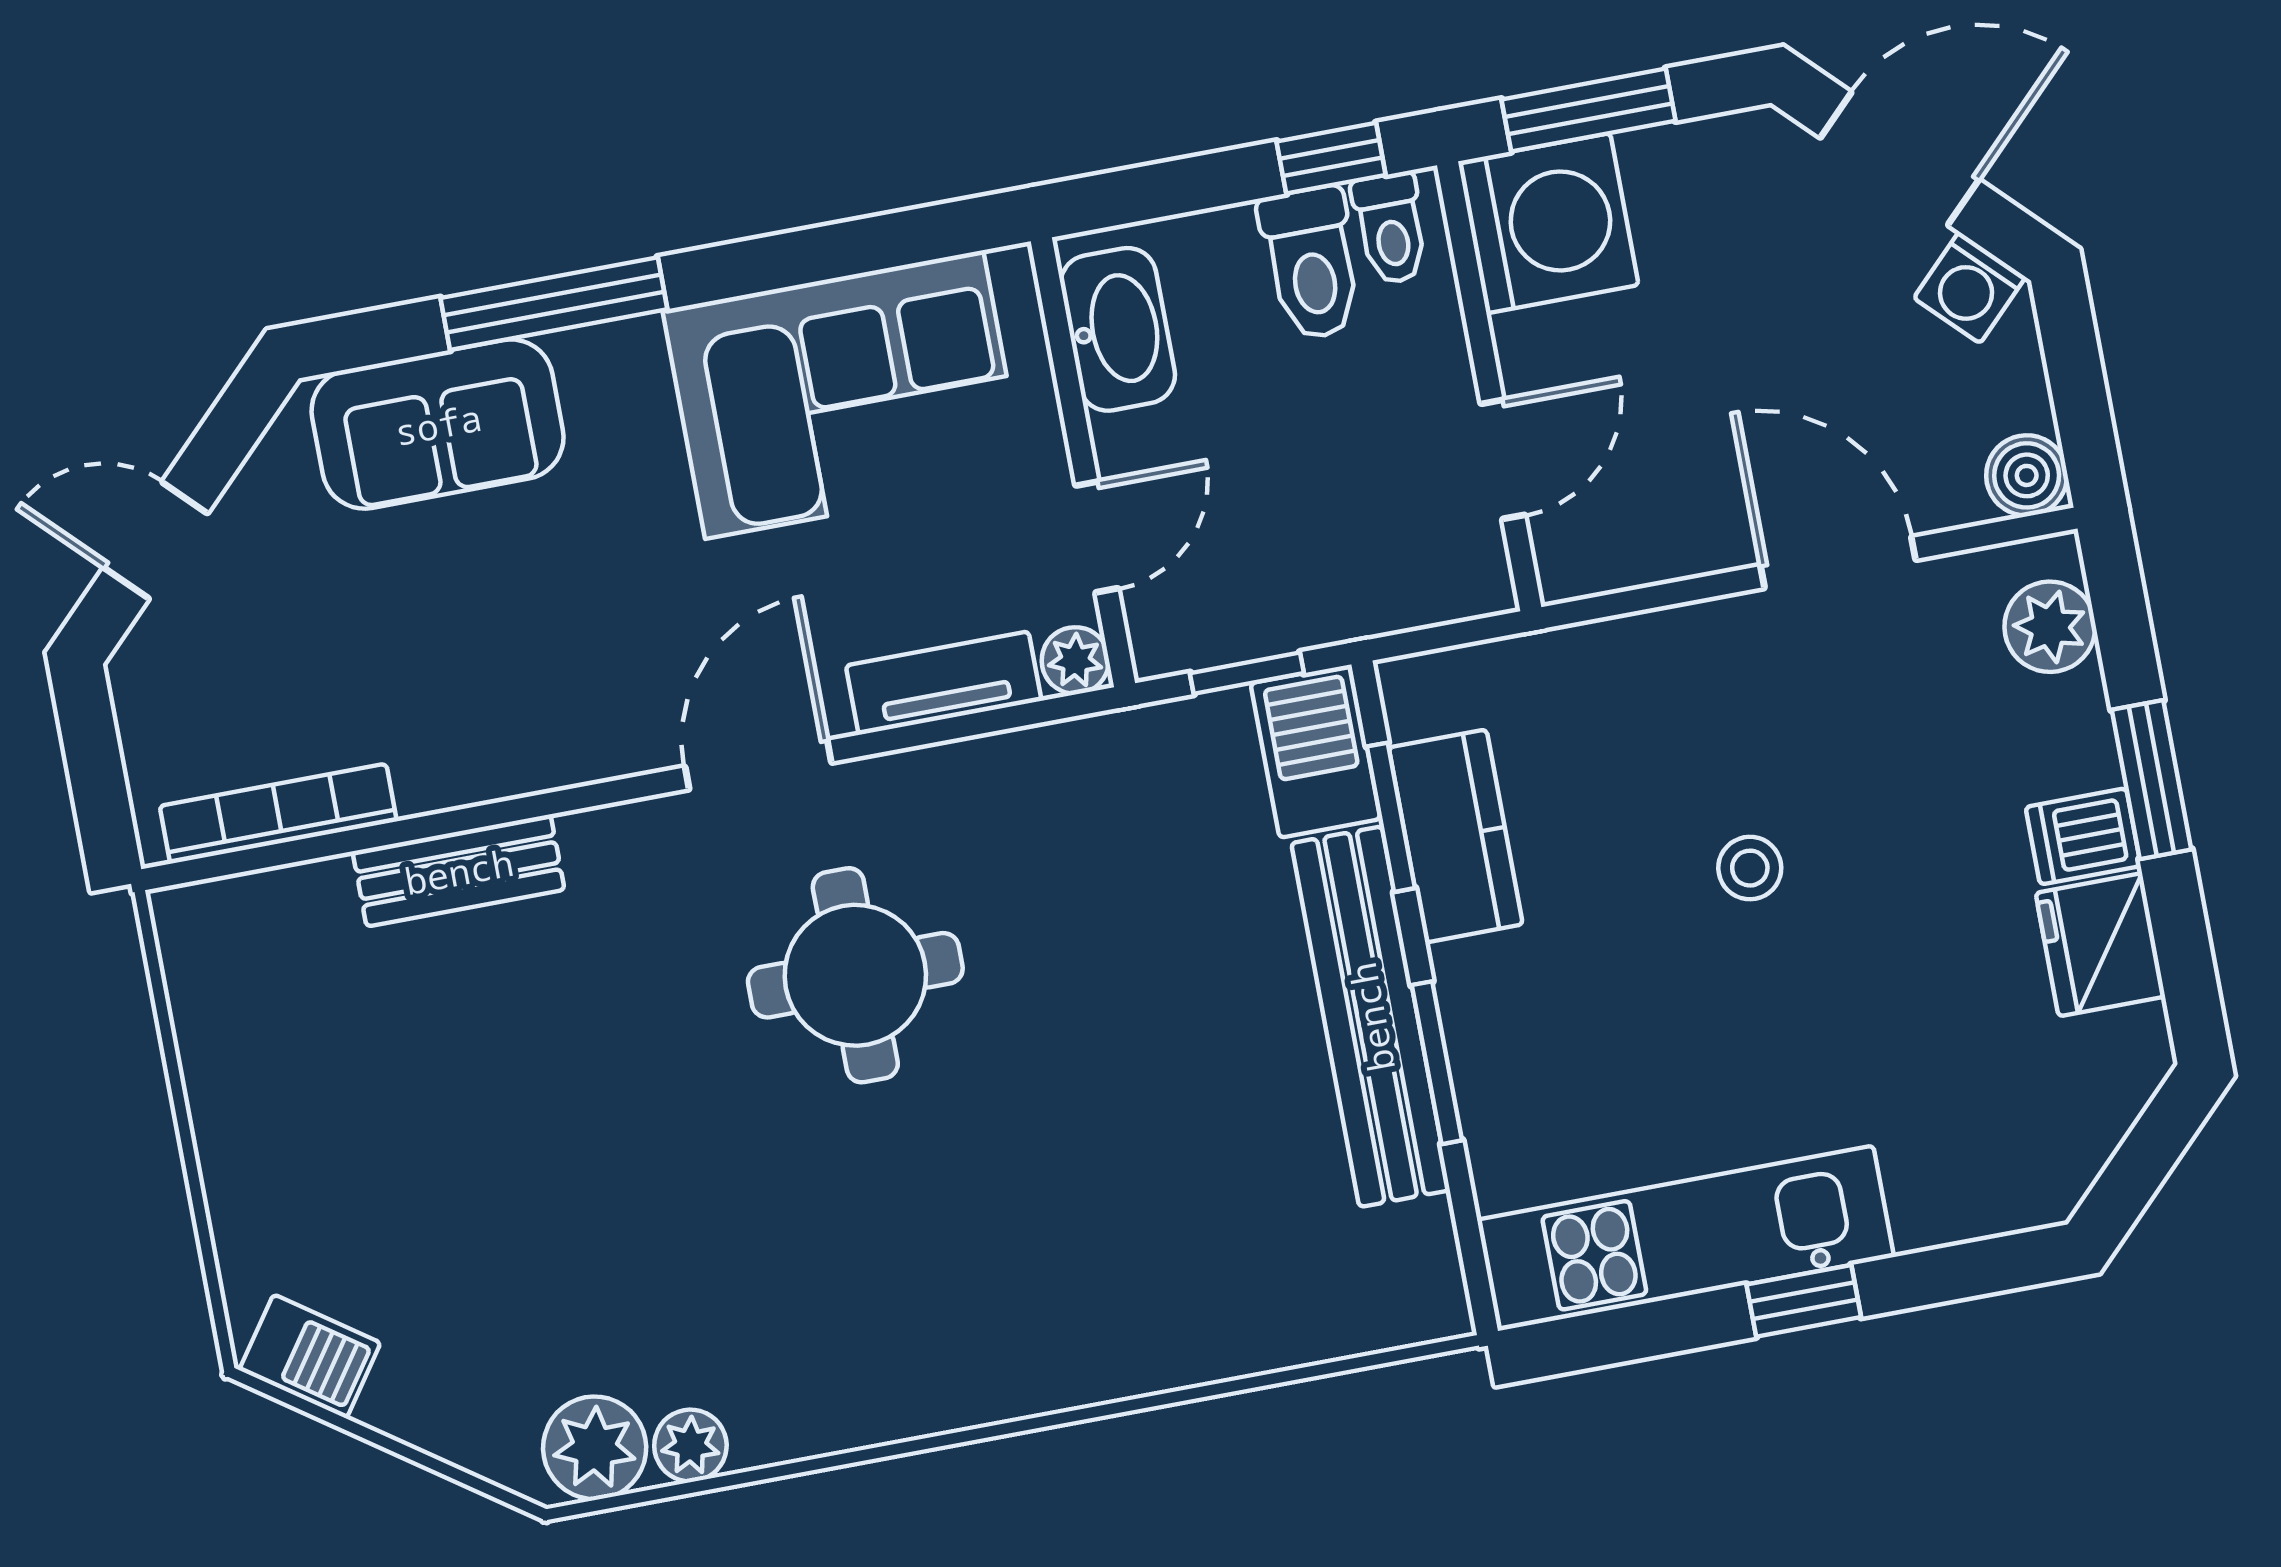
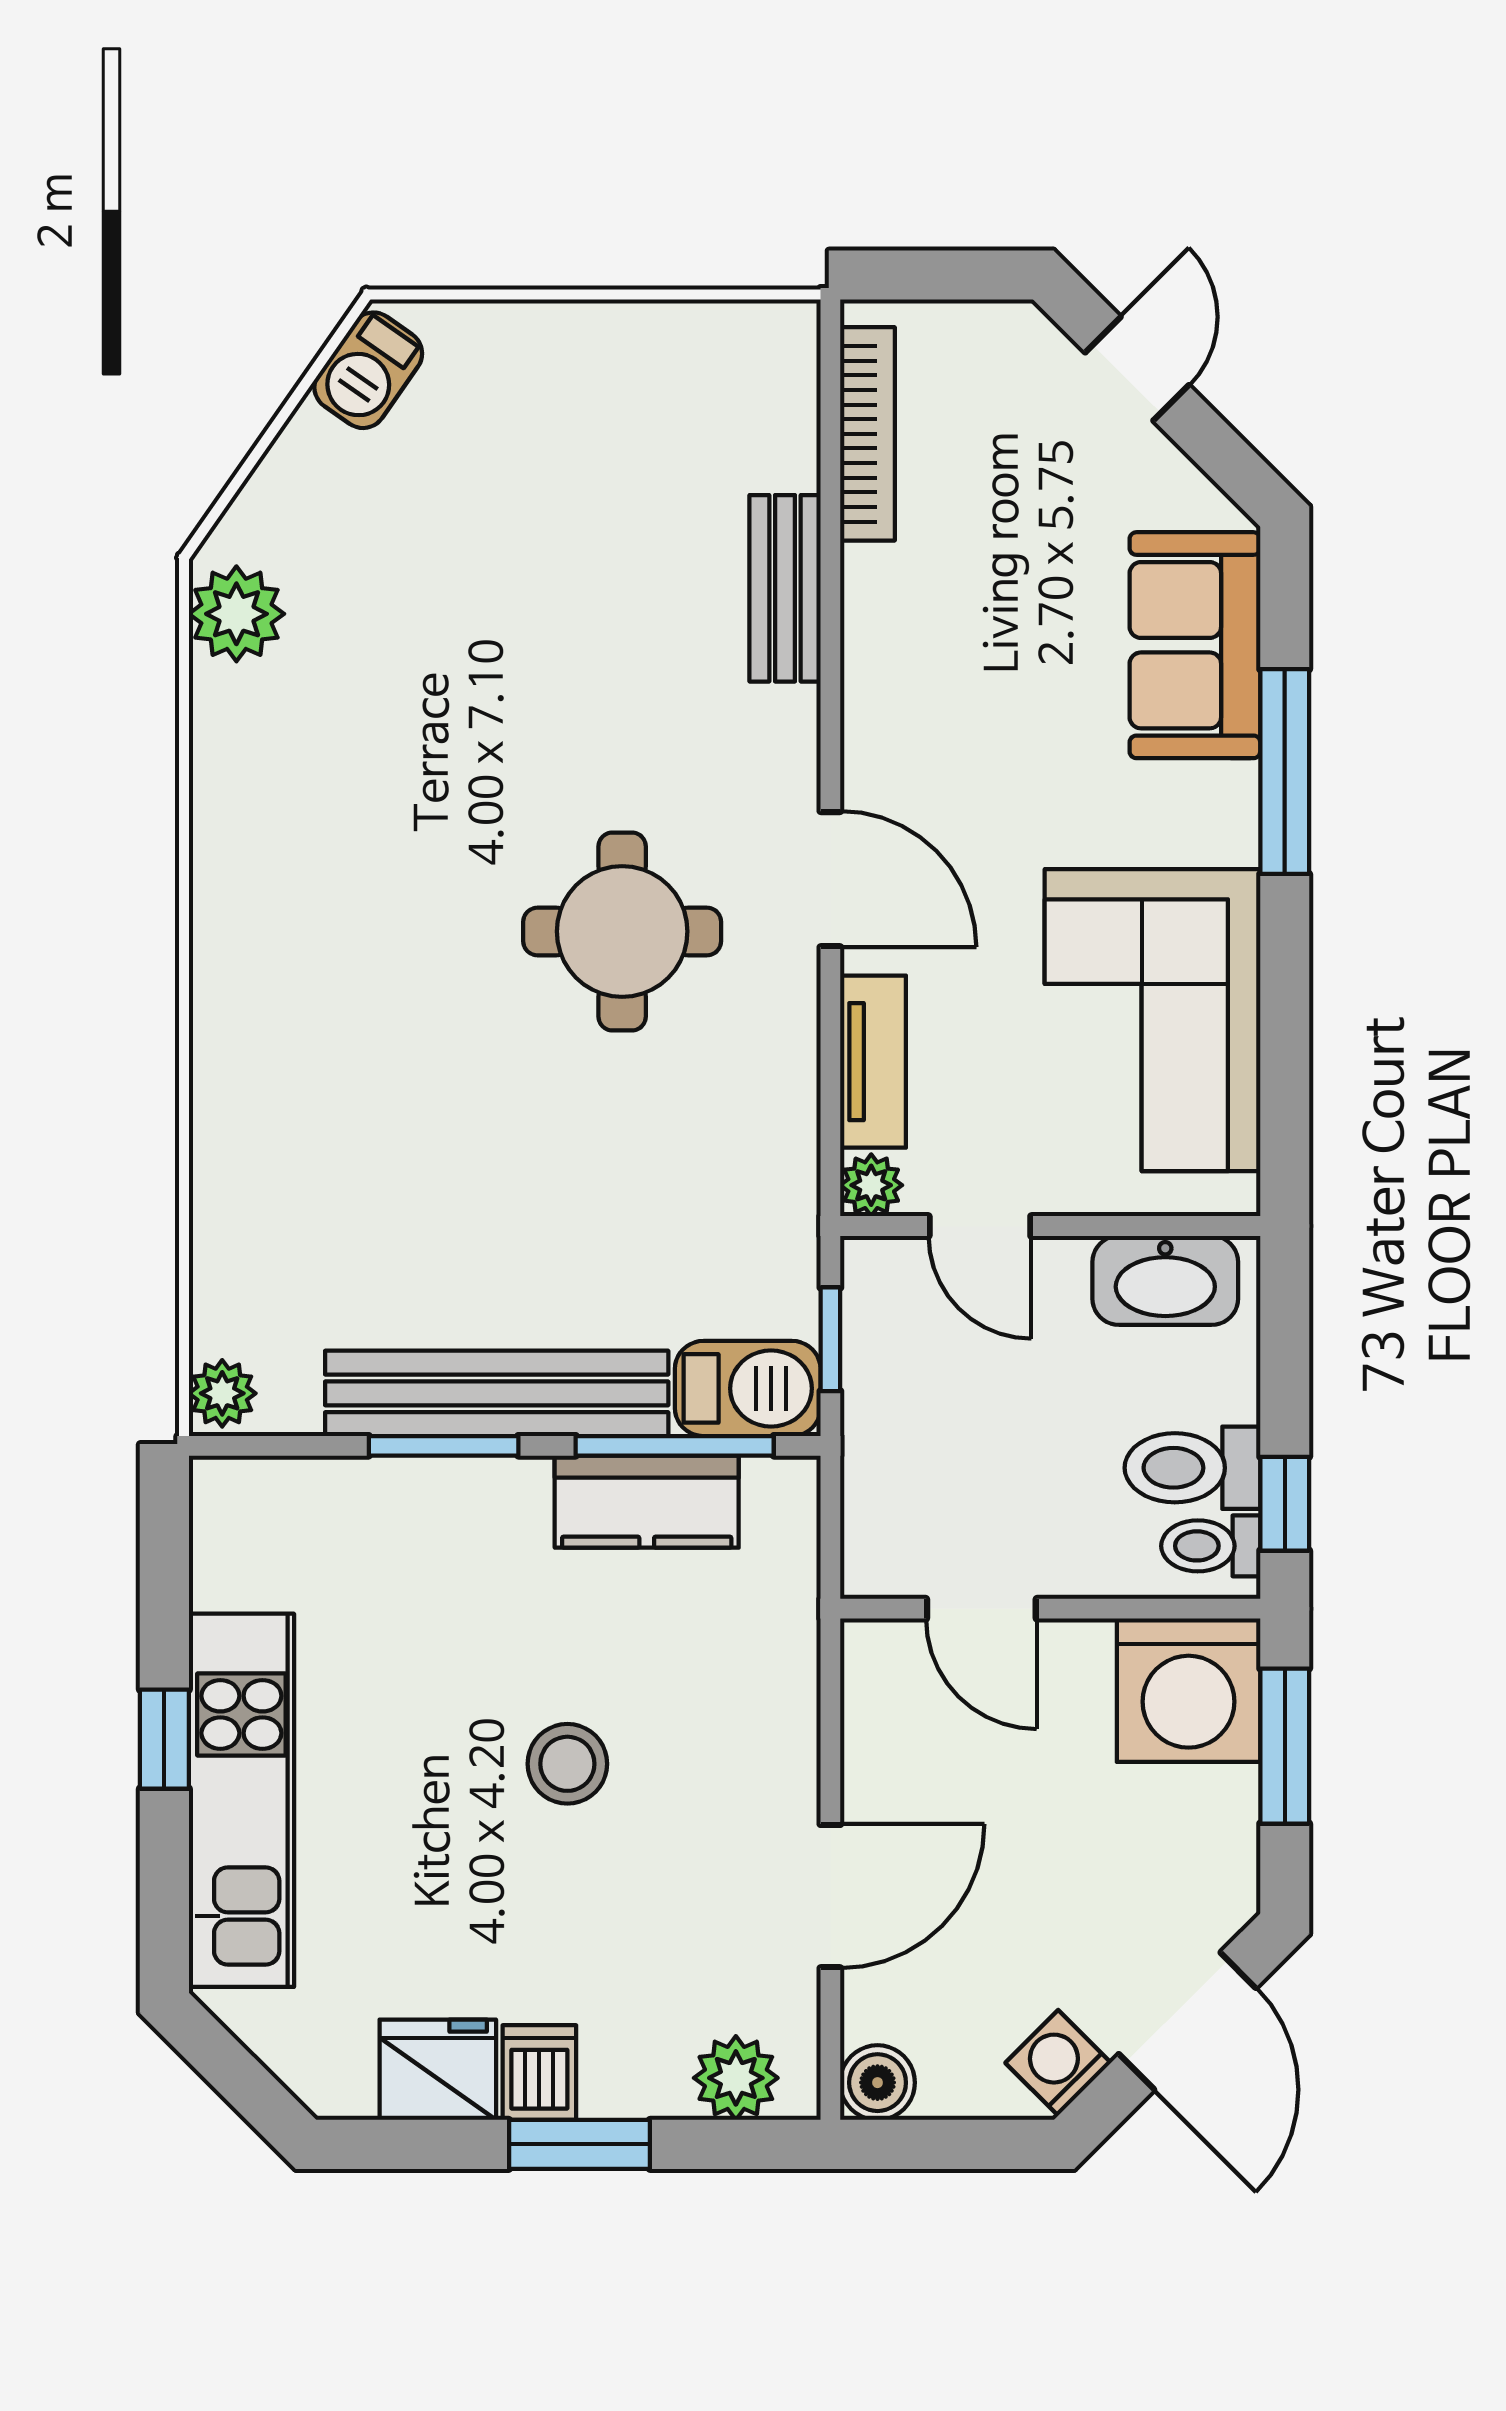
window: (1391, 817) -> (675, 1446), width x1.44
stool: (1750, 868) -> (567, 1764), width x1.37, depth x1.37
kitchen unit: (1686, 1238) -> (241, 1800), moved
plant: (690, 1446) -> (222, 1393), moved

